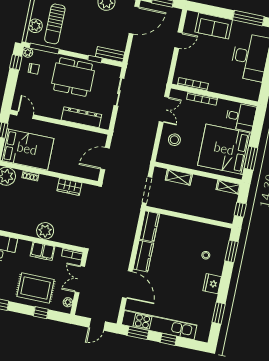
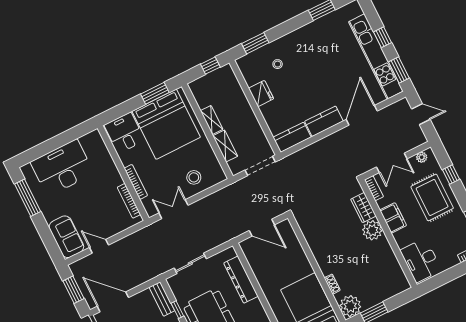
sofa: (214, 26) -> (66, 237), moved
wardrobe: (69, 187) -> (363, 208), moved, turned 180
shelving: (228, 187) -> (212, 120), moved
fridge: (212, 284) -> (261, 93), moved, turned -90

